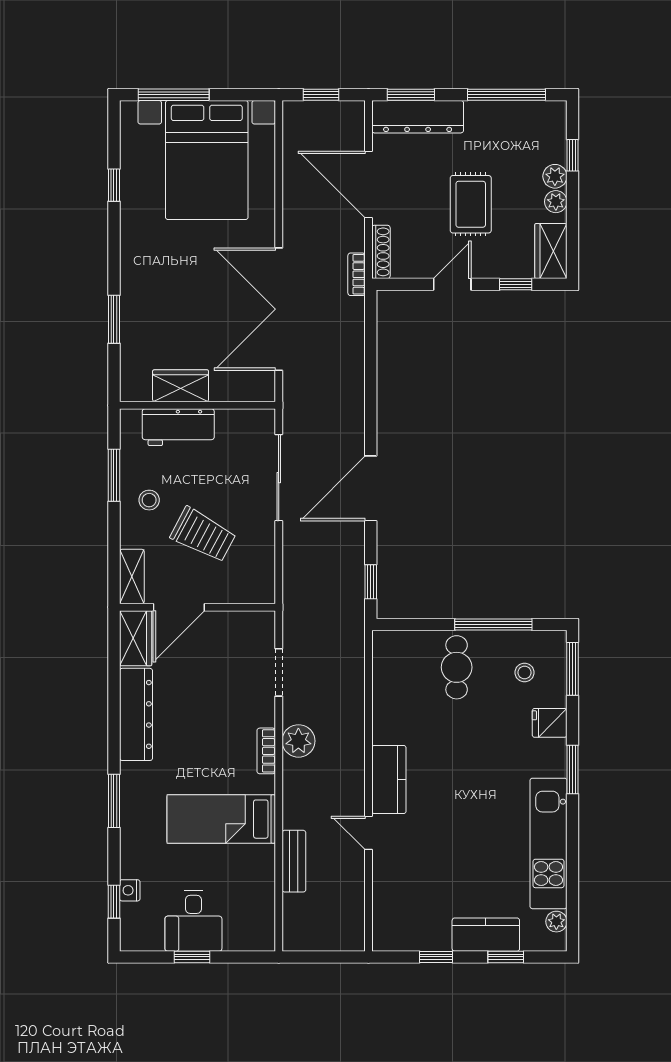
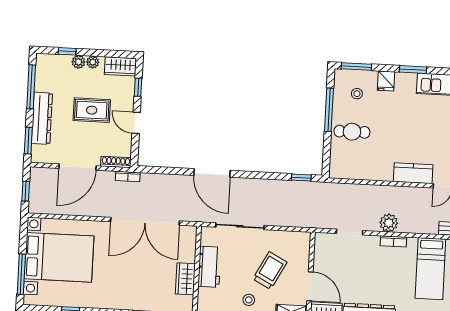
dresser: (418, 117) -> (42, 118), moved
workbench: (178, 427) -> (209, 267), moved
door: (371, 488) -> (212, 173), moved

